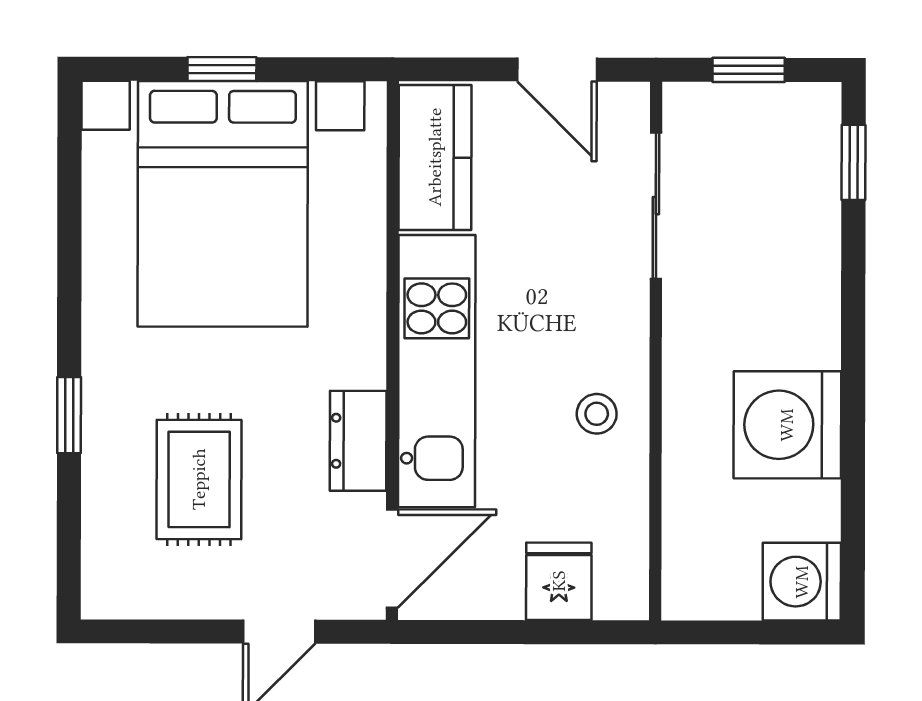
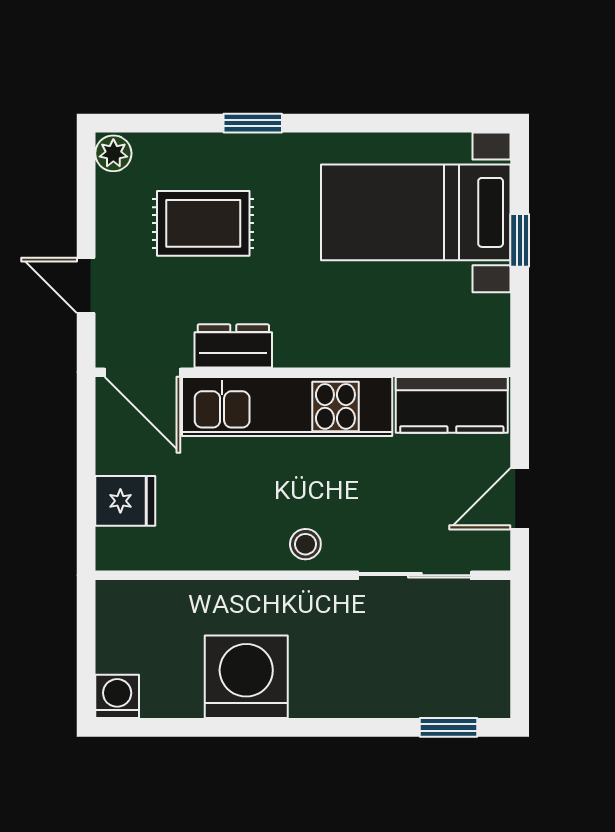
window: (749, 70) -> (520, 647), removed
bed with nightstands: (223, 204) -> (416, 212), width x0.73
stool: (597, 414) -> (305, 544), moved
washing machine: (802, 582) -> (117, 696), width x0.73, depth x0.73
plant: (108, 596) -> (113, 153), added

